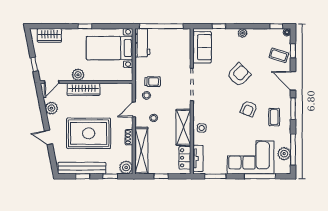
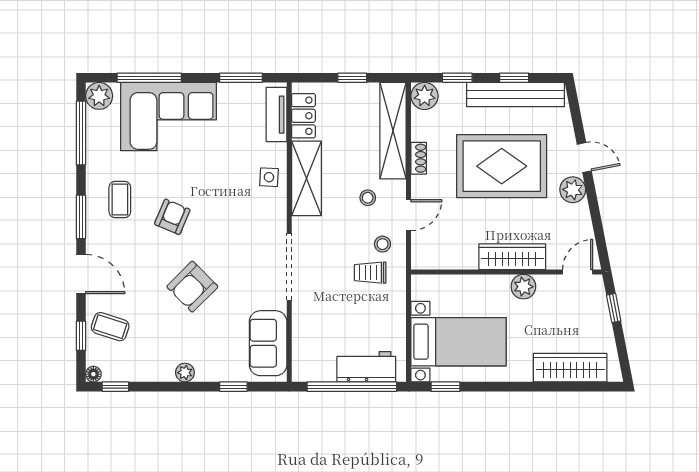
window: (85, 26) -> (446, 387), moved
wardrobe: (49, 35) -> (570, 368), width x1.50
workbench: (142, 43) -> (366, 367), moved, turned 90
plant: (51, 108) -> (573, 190), moved
plant: (284, 154) -> (99, 96), moved

